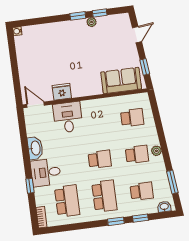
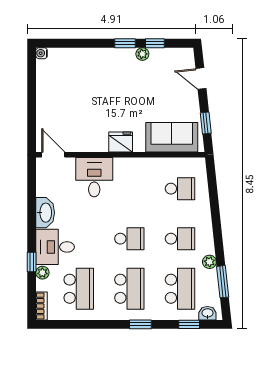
door: (137, 35) -> (201, 79), swing flipped
fridge: (62, 92) -> (121, 142), moved
plant: (156, 151) -> (209, 262), moved
school desk: (142, 191) -> (180, 289), width x1.85
plant: (39, 193) -> (42, 273), added
window: (140, 218) -> (189, 324), moved

